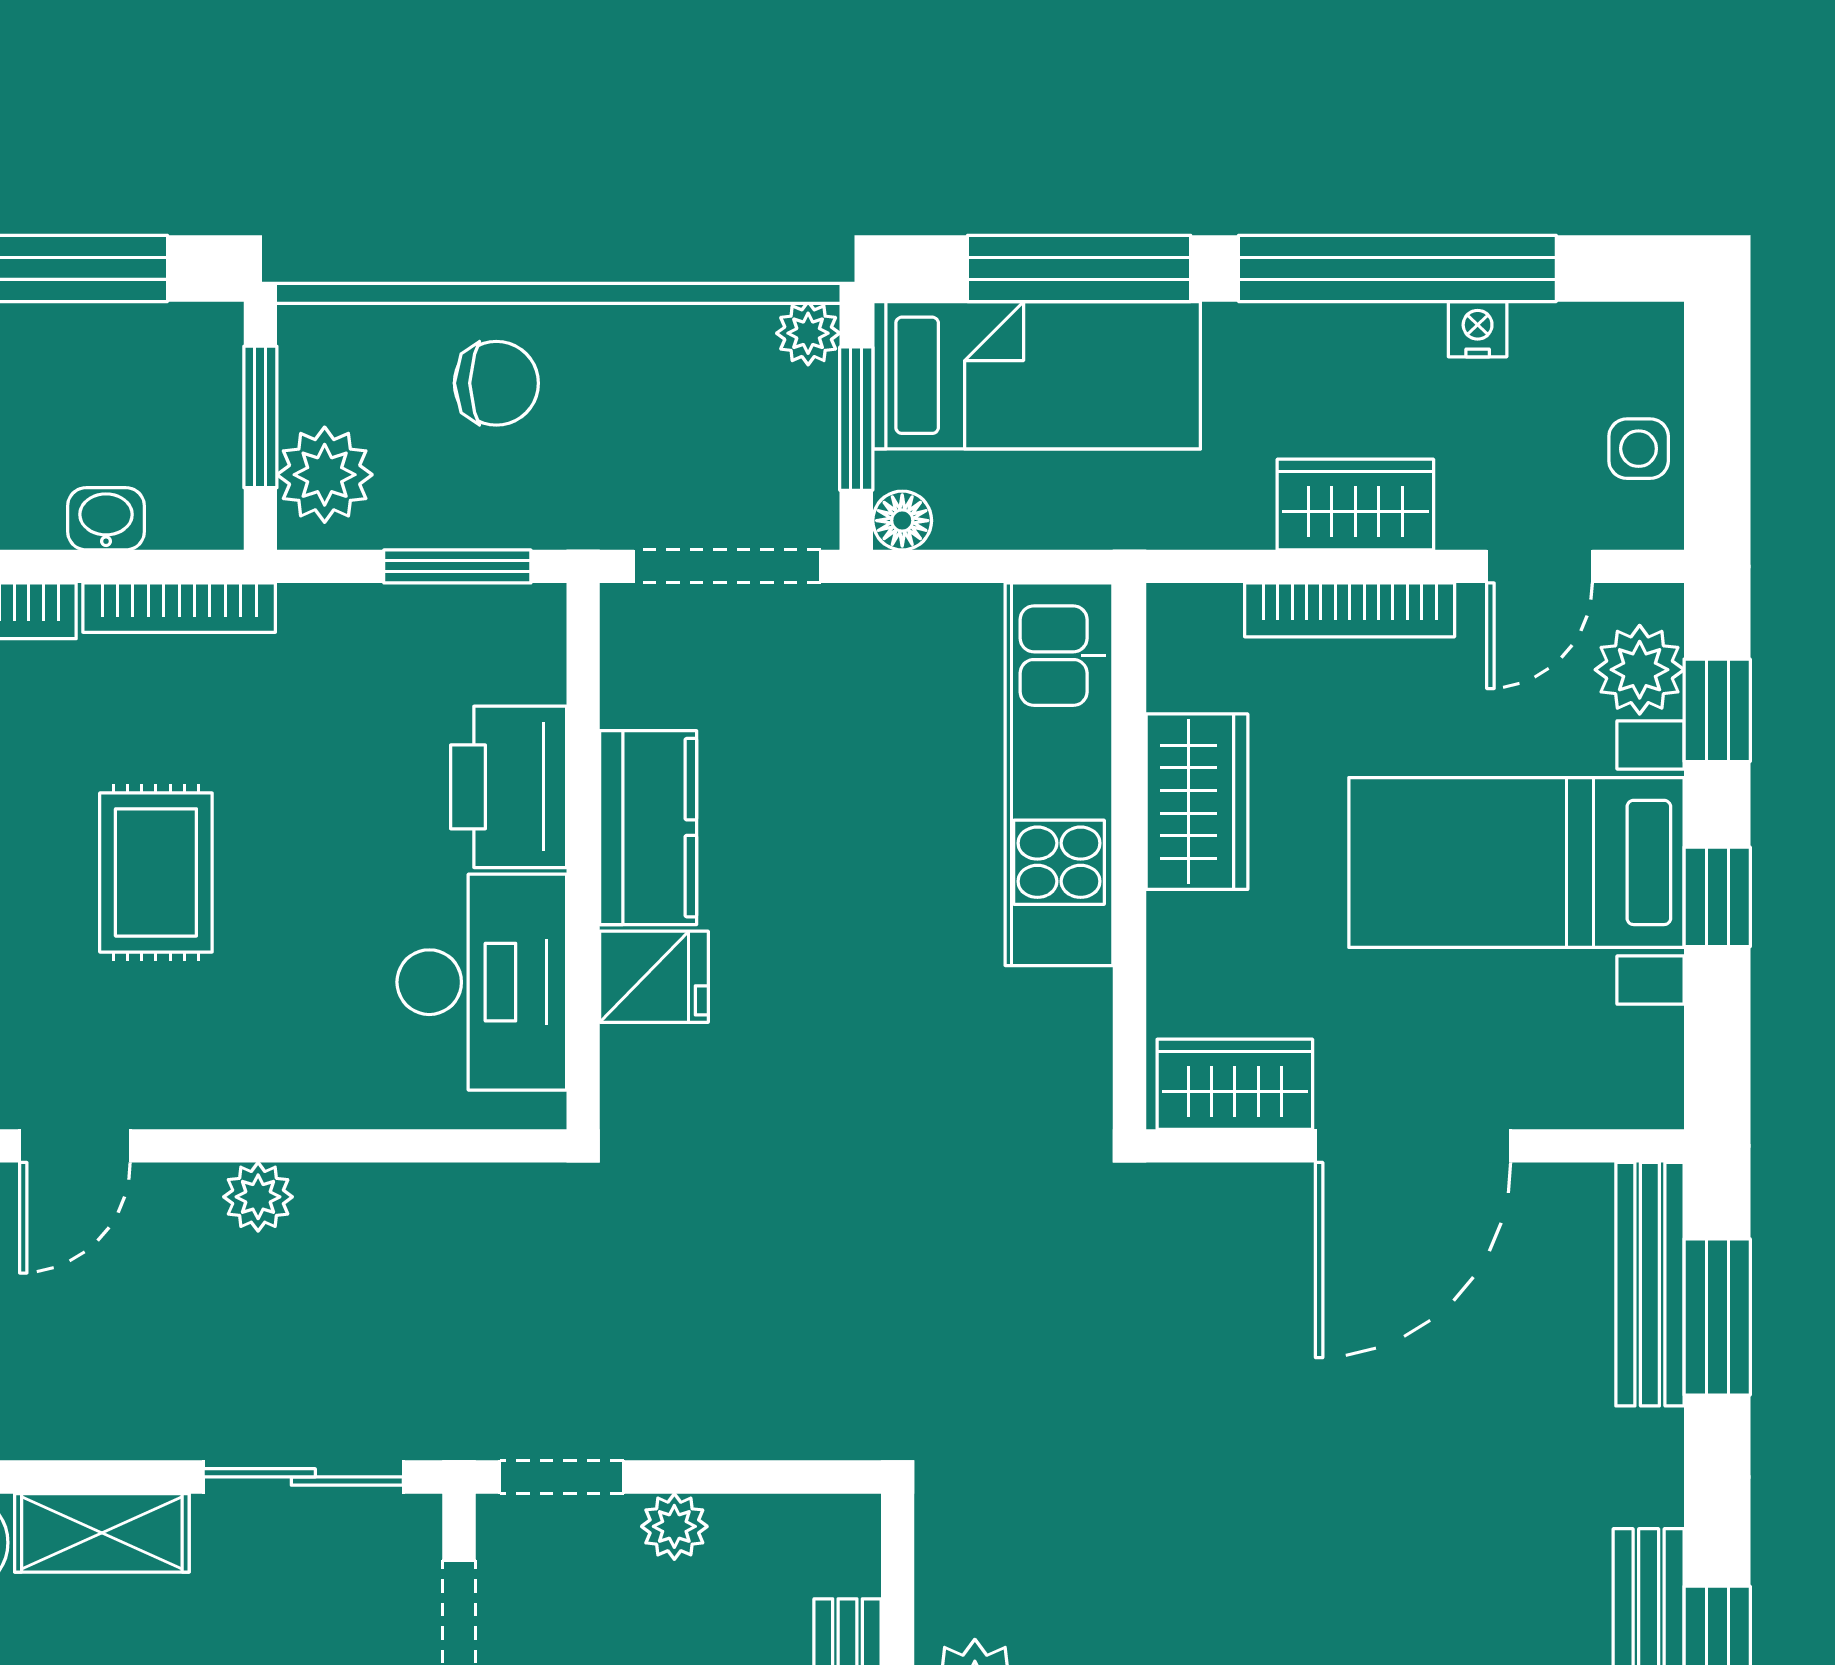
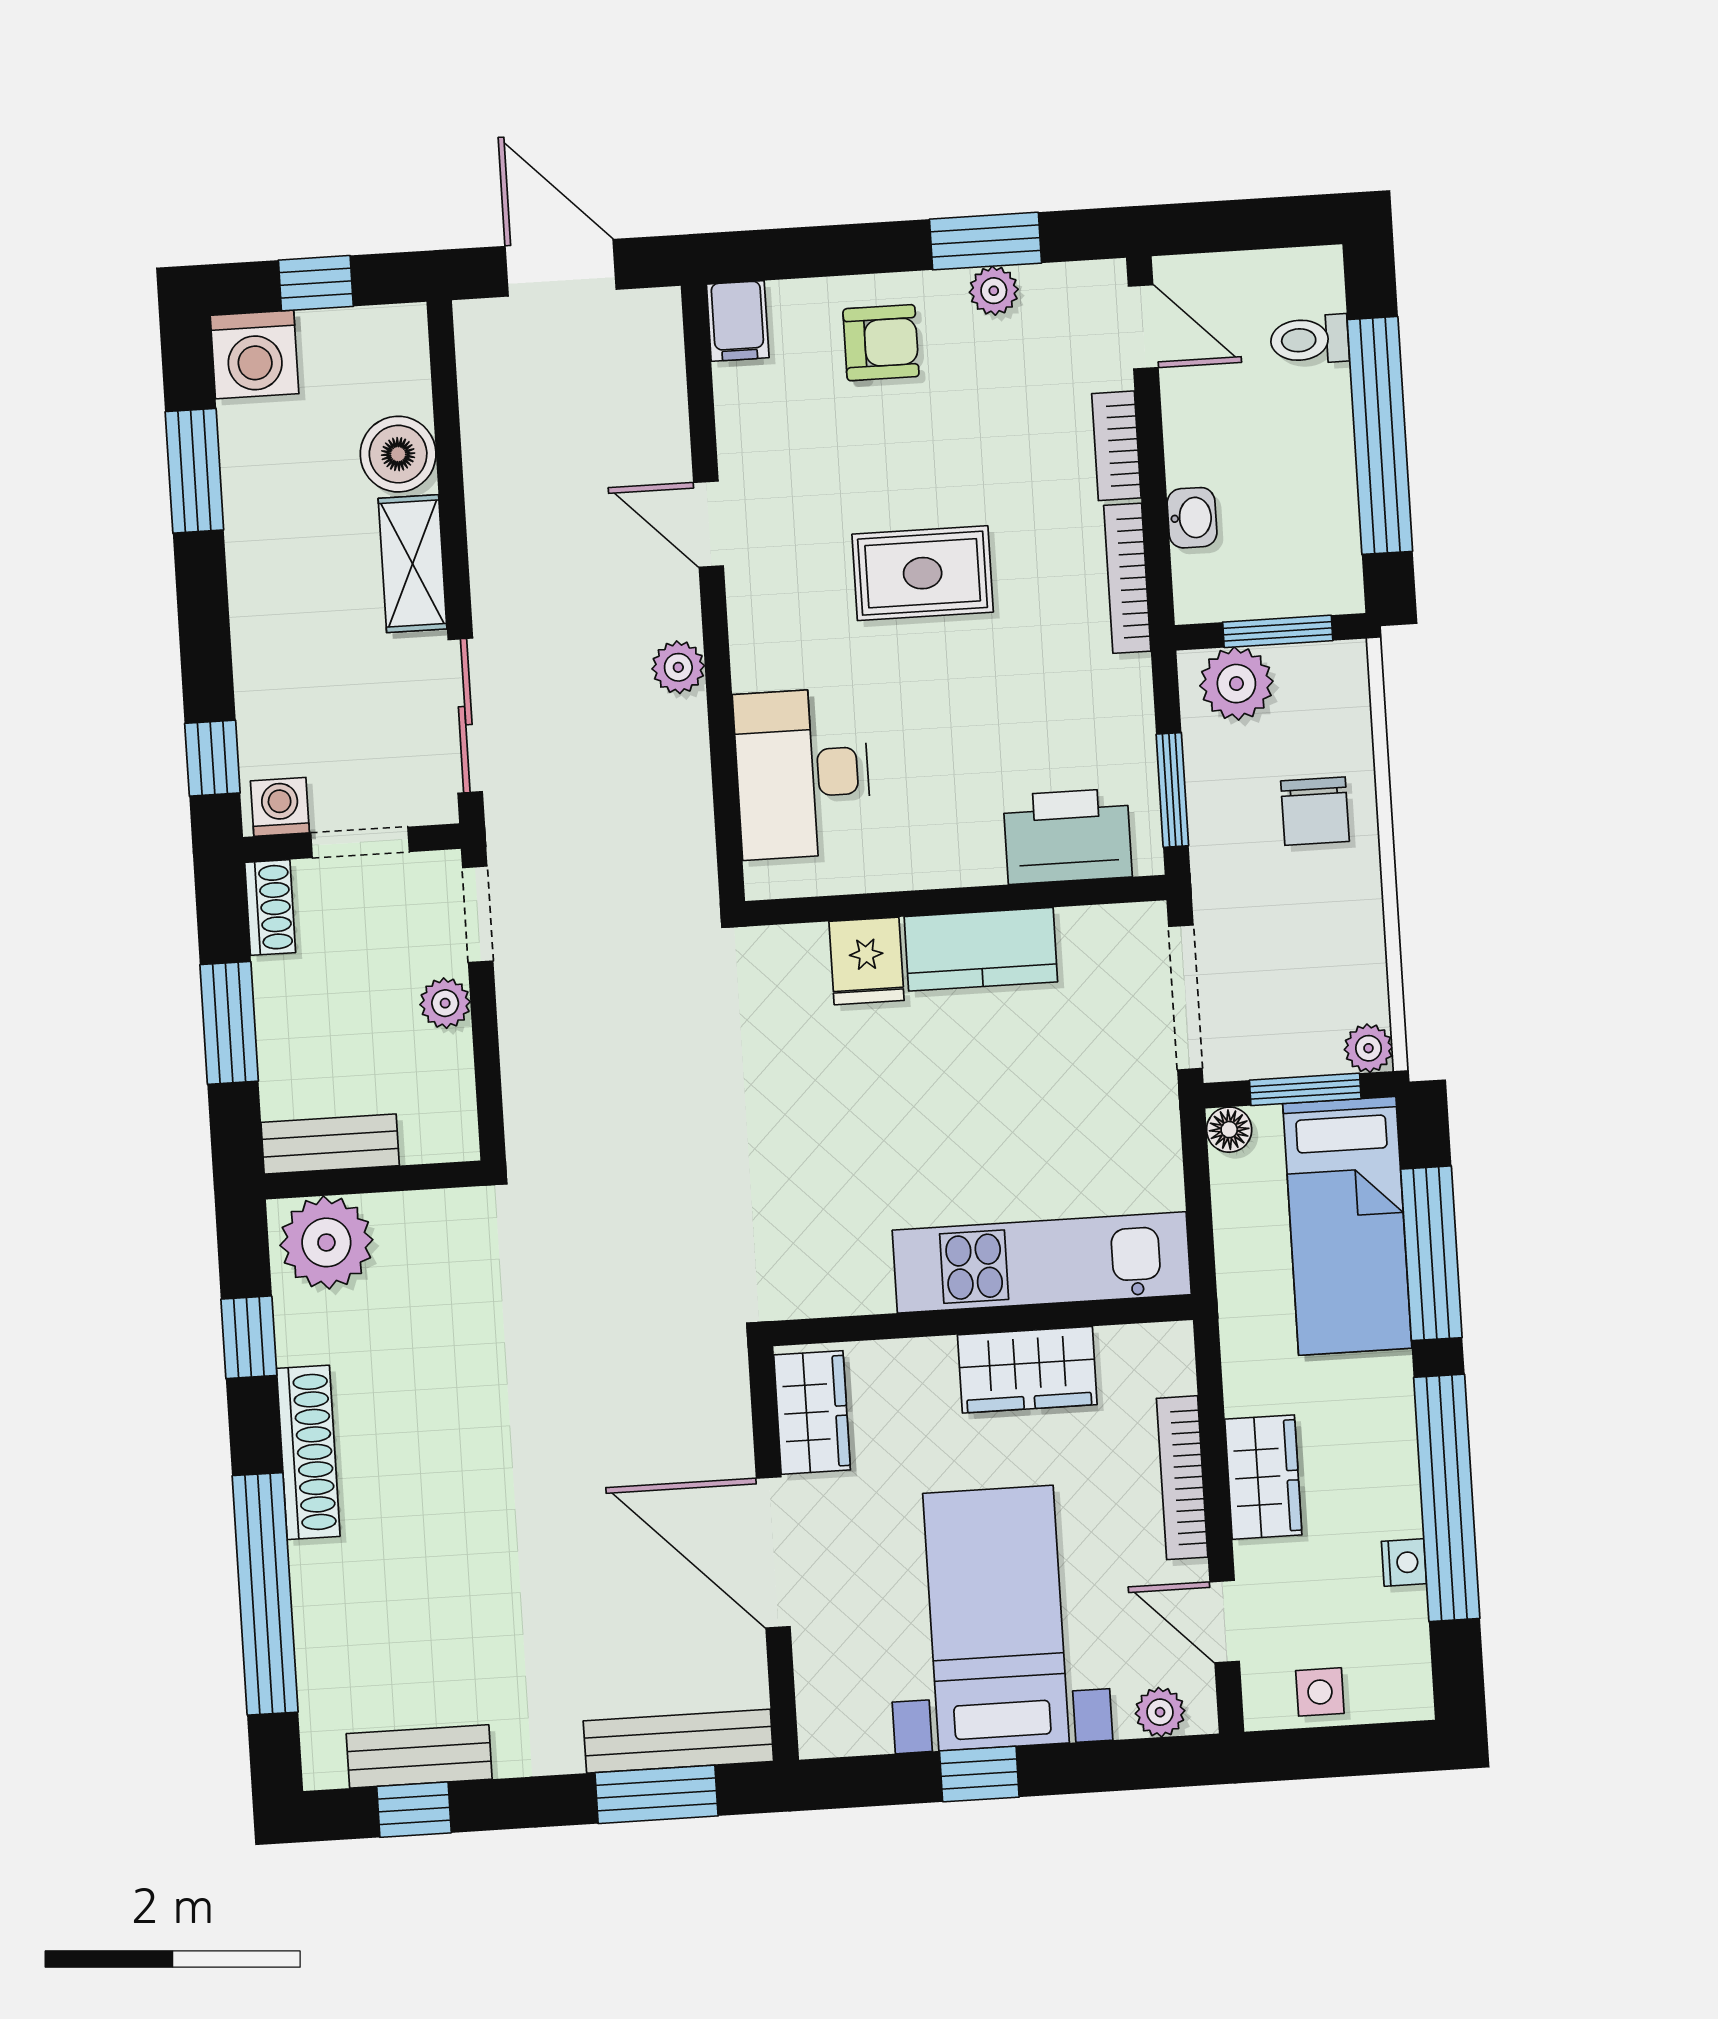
plant: (1640, 670) -> (1160, 1712), width x0.73, depth x0.73
window: (1717, 710) -> (1123, 1765), removed
printer: (509, 787) -> (1068, 836), moved
desk: (482, 982) -> (802, 774), moved, turned 90

